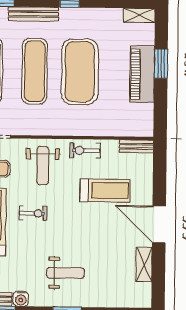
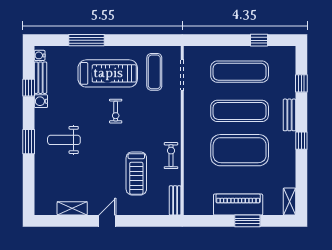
bench: (33, 14) -> (289, 115), width x0.73
weight bench: (43, 165) -> (157, 119), removed
door: (159, 224) -> (107, 221), width x0.53
weight bench: (66, 273) -> (64, 140), turned 90

